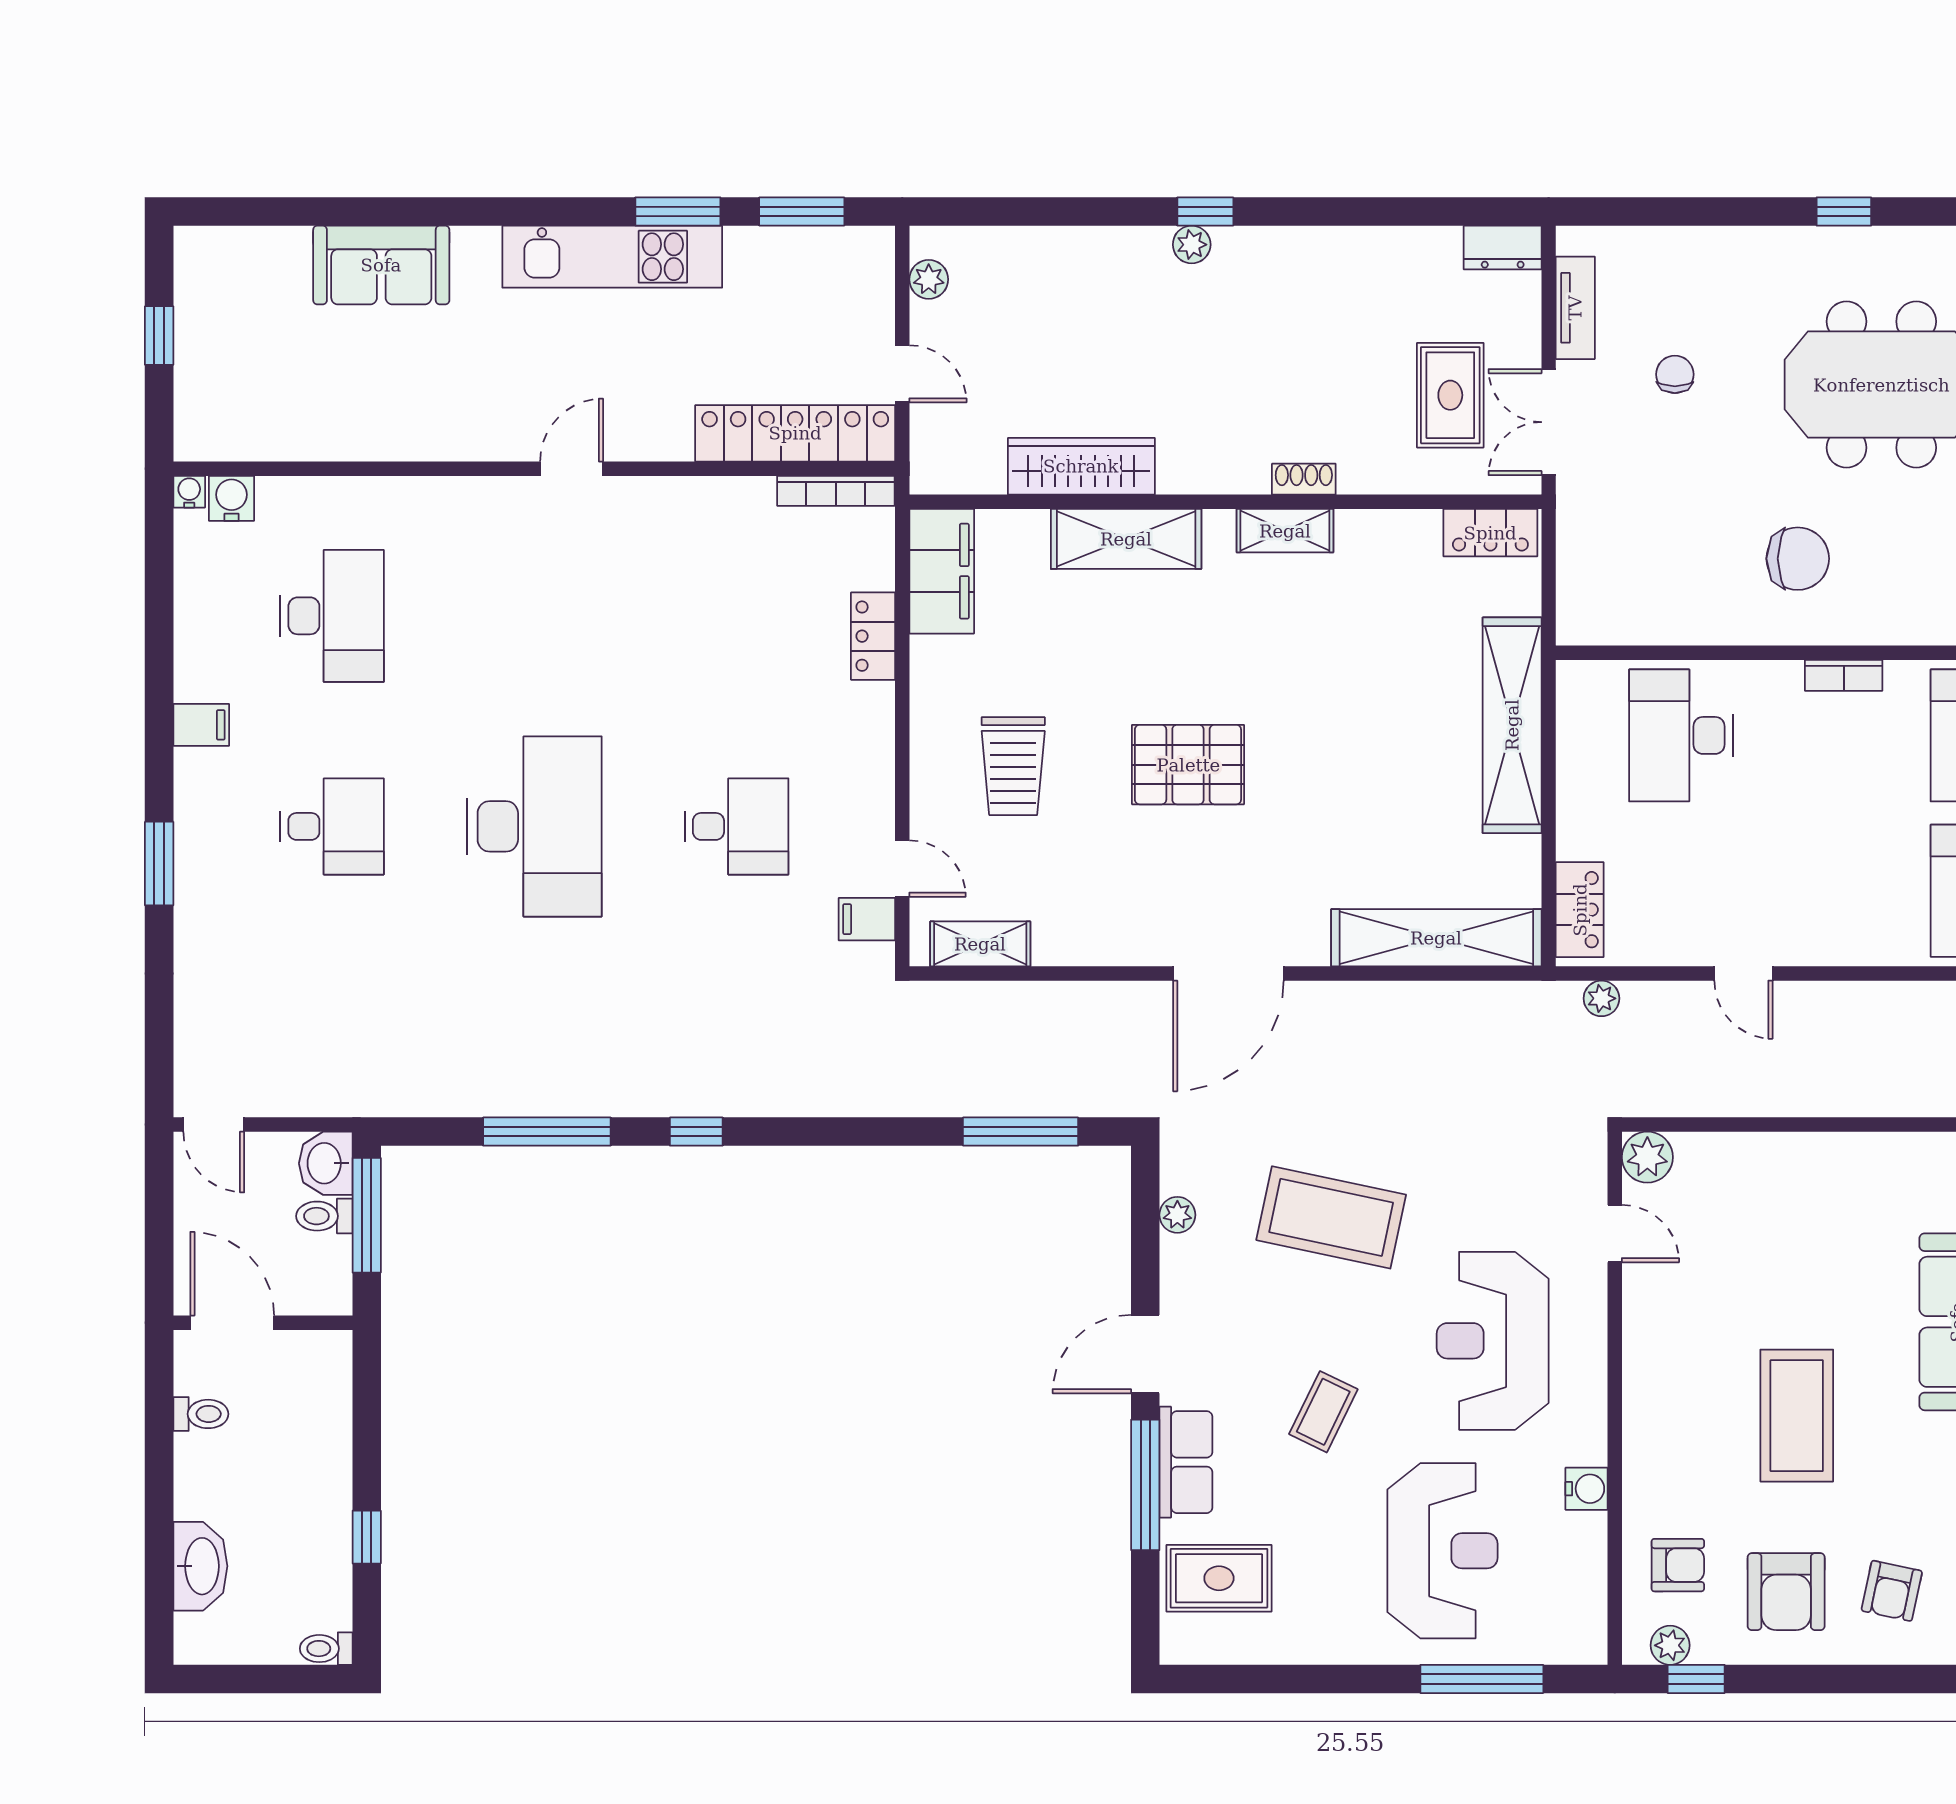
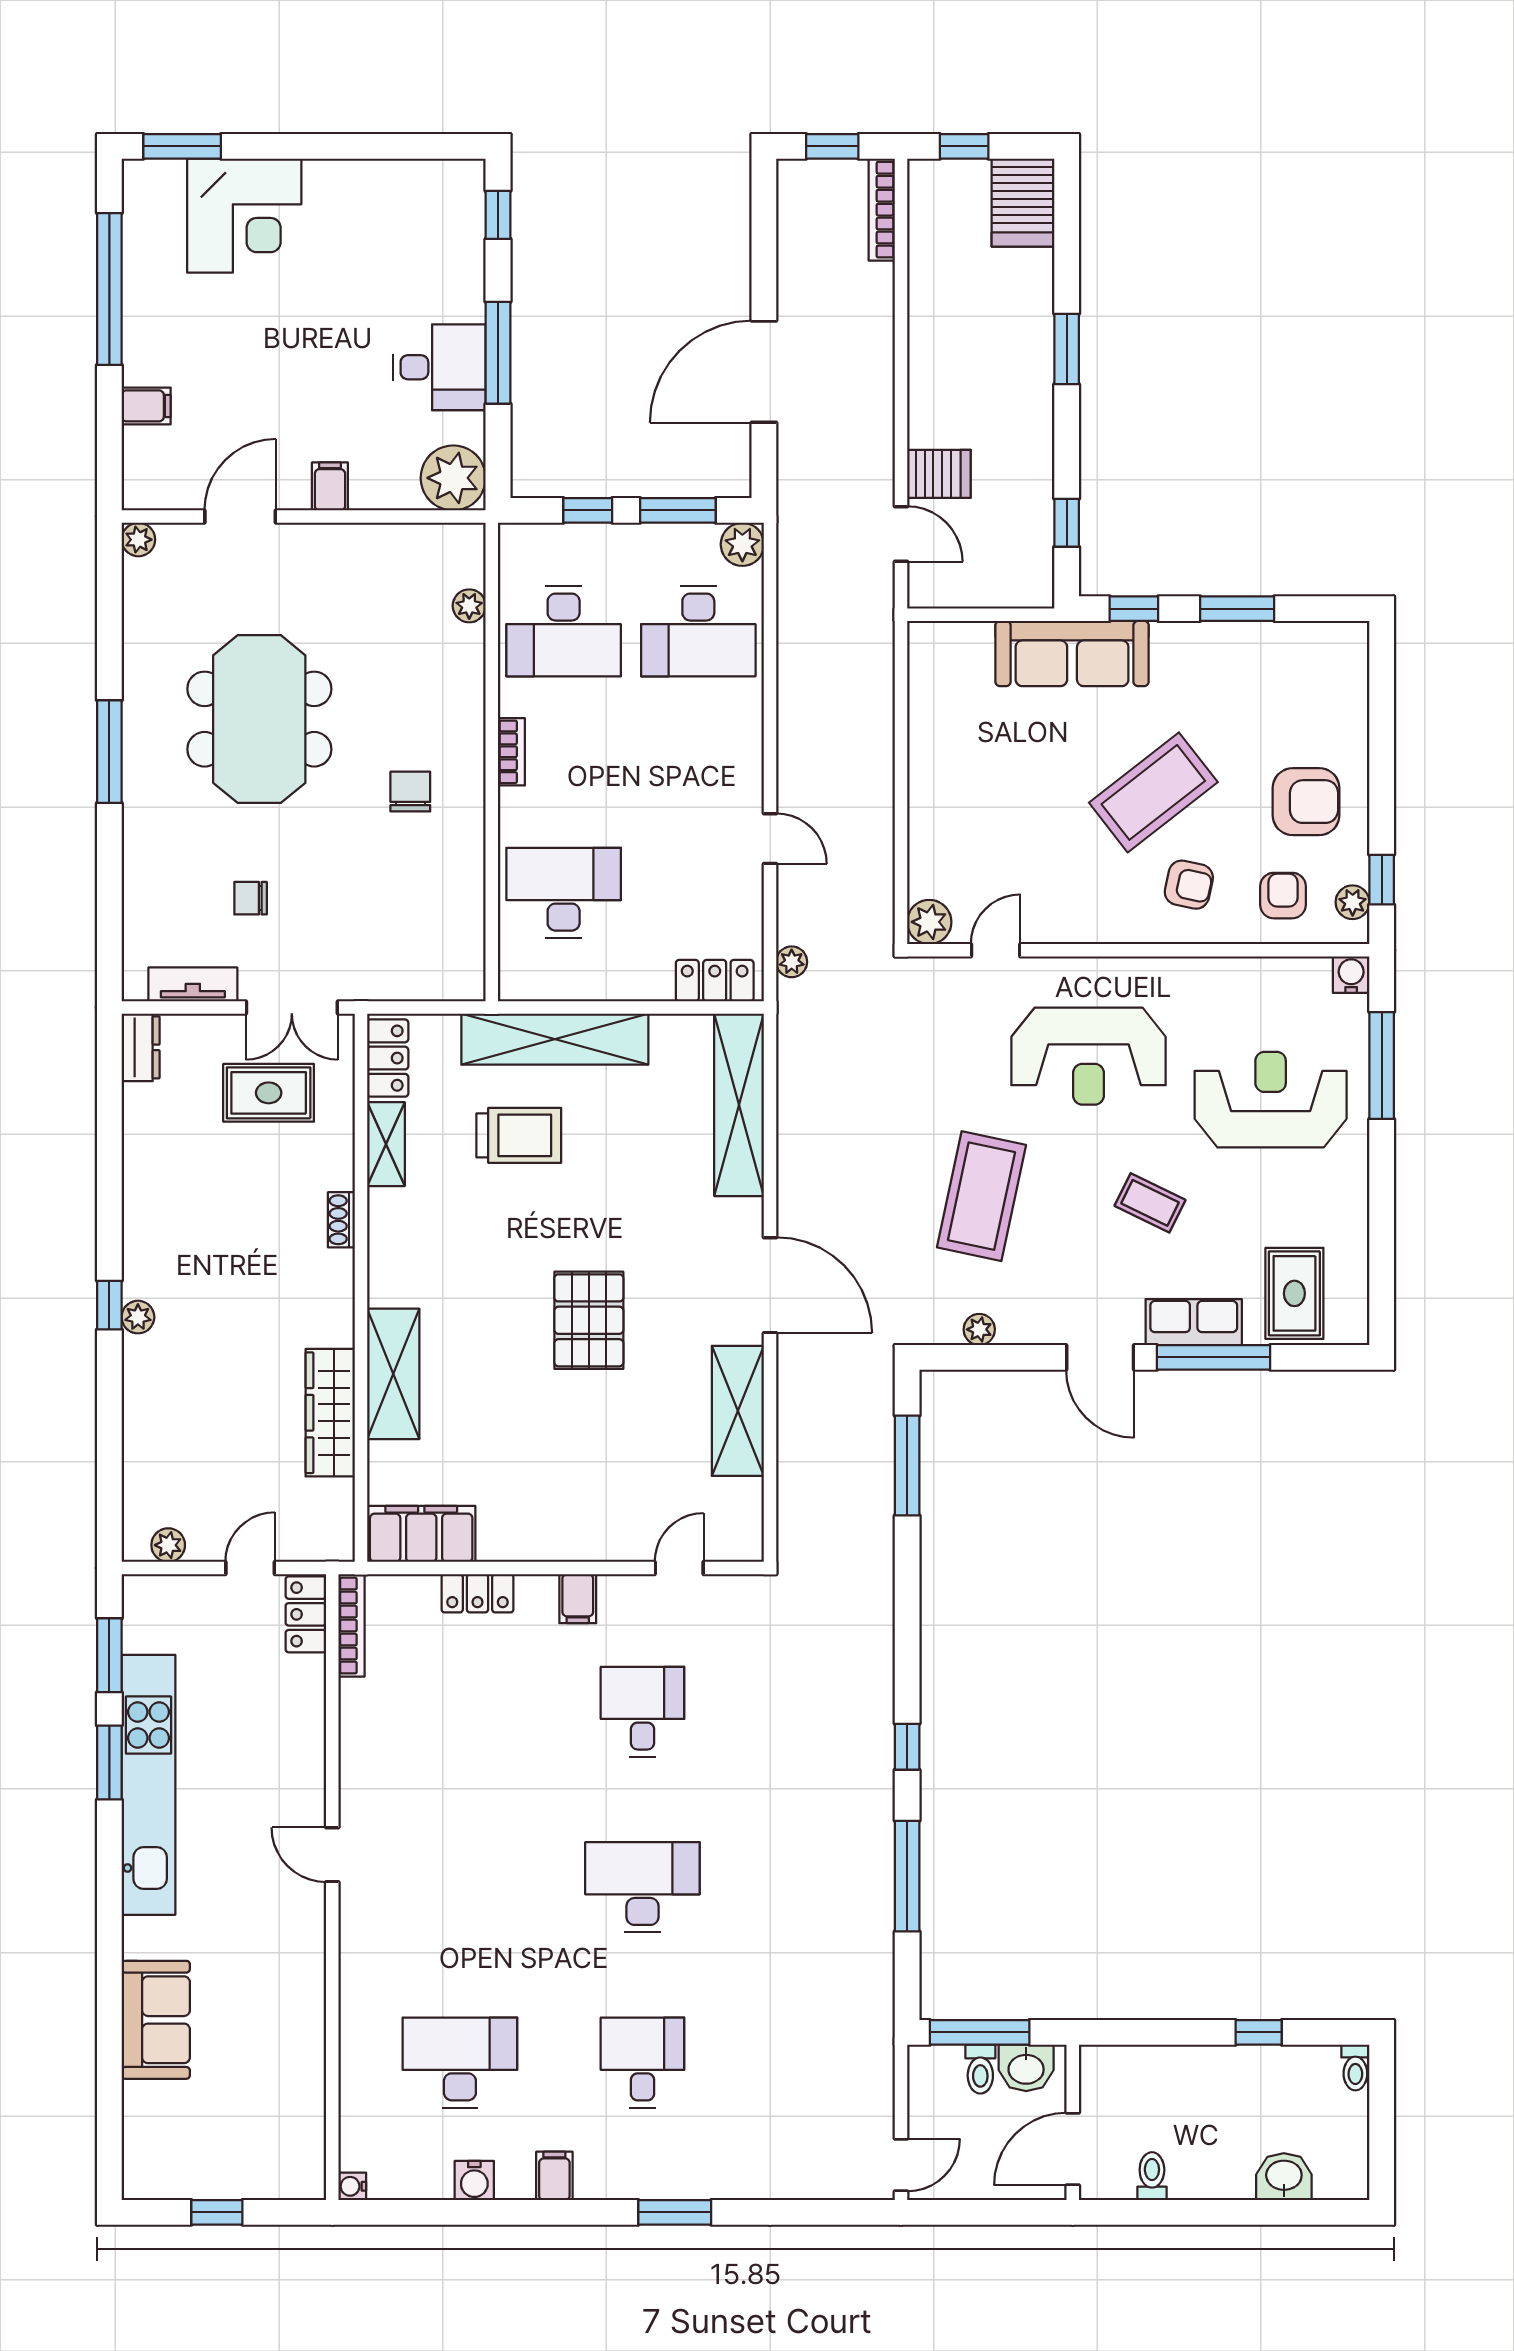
window: (1844, 212) -> (109, 752), width x2.17
kitchen unit: (612, 257) -> (148, 1785), width x1.36
locker: (795, 433) -> (306, 1614), width x0.46, depth x0.83
water cooler: (231, 498) -> (474, 2181), moved, turned -90
shelving: (1285, 531) -> (386, 1144), moved
chair: (1798, 559) -> (410, 792), width x0.73, depth x0.73
desk: (1681, 735) -> (564, 893), turned 180
trolley: (1013, 766) -> (519, 1135), moved
desk: (534, 826) -> (642, 1887), width x0.73, depth x0.77
filing cabinet: (867, 919) -> (578, 1599), moved
shelving: (980, 944) -> (738, 1411), moved, width x1.50, depth x1.33
door: (1743, 974) -> (770, 839), hinge flipped
washbasin: (326, 1163) -> (1026, 2068), moved
coffee table: (1797, 1416) -> (1153, 792), turned -38
water cooler: (1587, 1489) -> (1351, 975), moved
washbasin: (200, 1566) -> (1284, 2177), width x0.72
armchair: (1892, 1591) -> (1189, 885), moved

